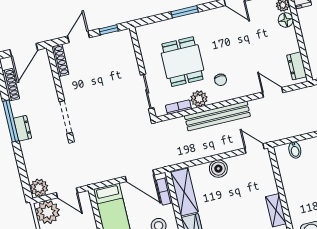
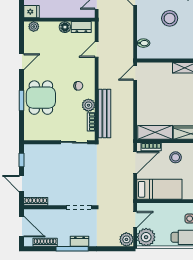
floor lamp: (286, 20) -> (65, 27), moved
dining table: (182, 62) -> (41, 98), moved, turned 90
bench: (217, 116) -> (105, 114), moved
boiler: (218, 169) -> (144, 103), removed

